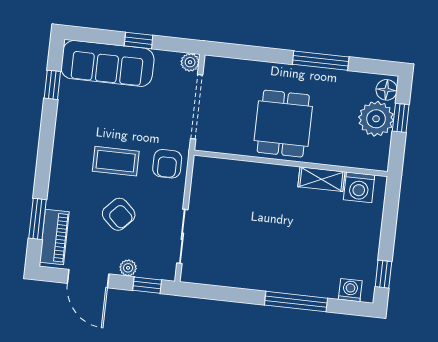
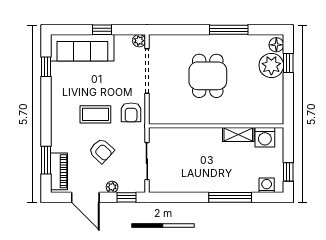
wall: (291, 163) -> (216, 126), moved
shelving: (321, 179) -> (238, 134), moved
washing machine: (359, 187) -> (265, 137), moved

